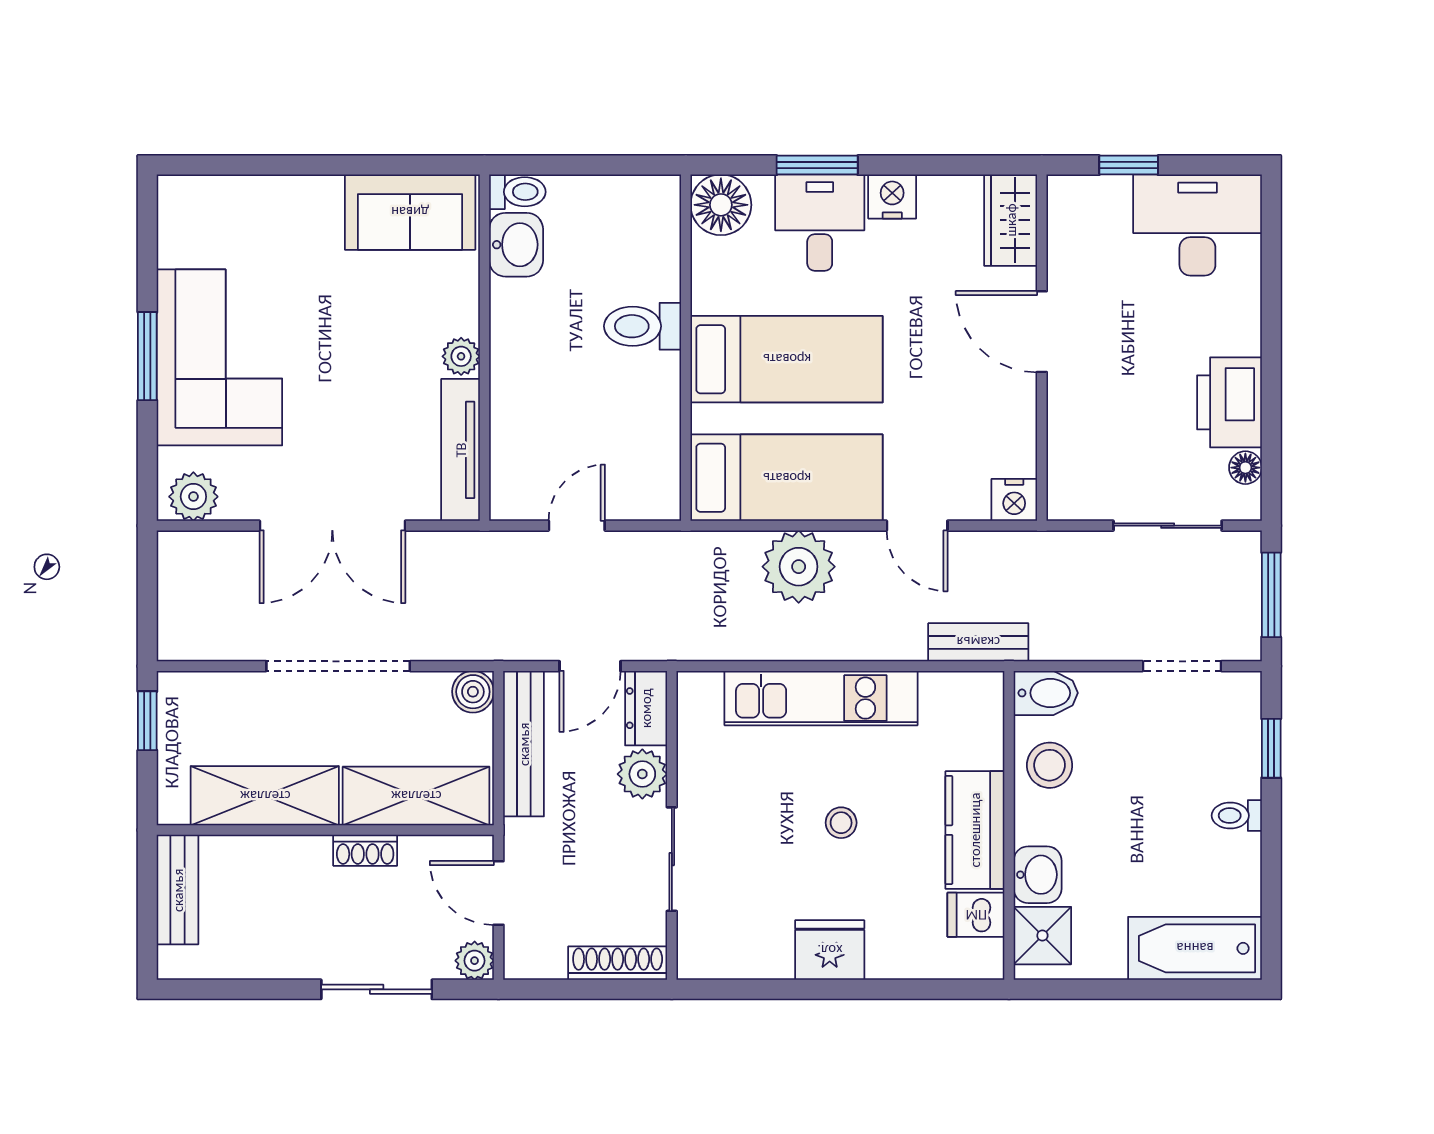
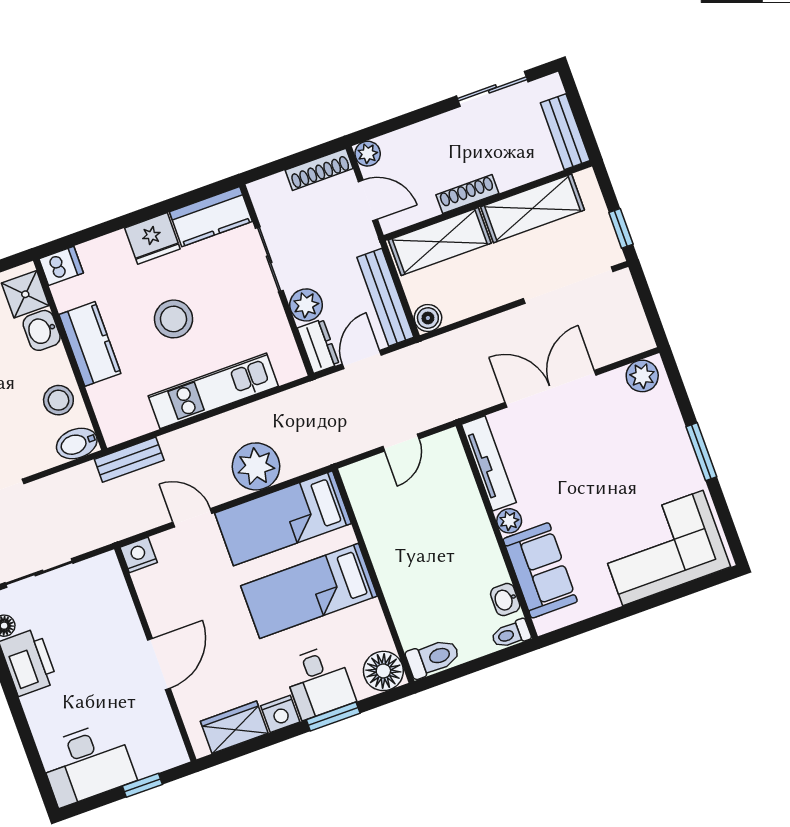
sofa: (410, 212) -> (540, 570), moved, turned 90
wardrobe: (1011, 220) -> (234, 727), moved, turned -90
washbasin: (516, 245) -> (505, 600), width x0.72, depth x0.69
toilet: (643, 326) -> (433, 658), moved
door: (1042, 332) -> (159, 664), hinge flipped
corner sofa: (219, 357) -> (663, 548), moved, turned 90
doorway: (338, 666) -> (568, 285), moved
stool: (841, 823) -> (174, 319), width x1.89, depth x1.89
shoe rack: (365, 850) -> (467, 194), width x1.43
dishwasher: (976, 915) -> (61, 266), moved
kitchen counter: (734, 951) -> (211, 217), added
shoe rack: (618, 963) -> (319, 169), moved
sliding door: (377, 989) -> (492, 89), moved

